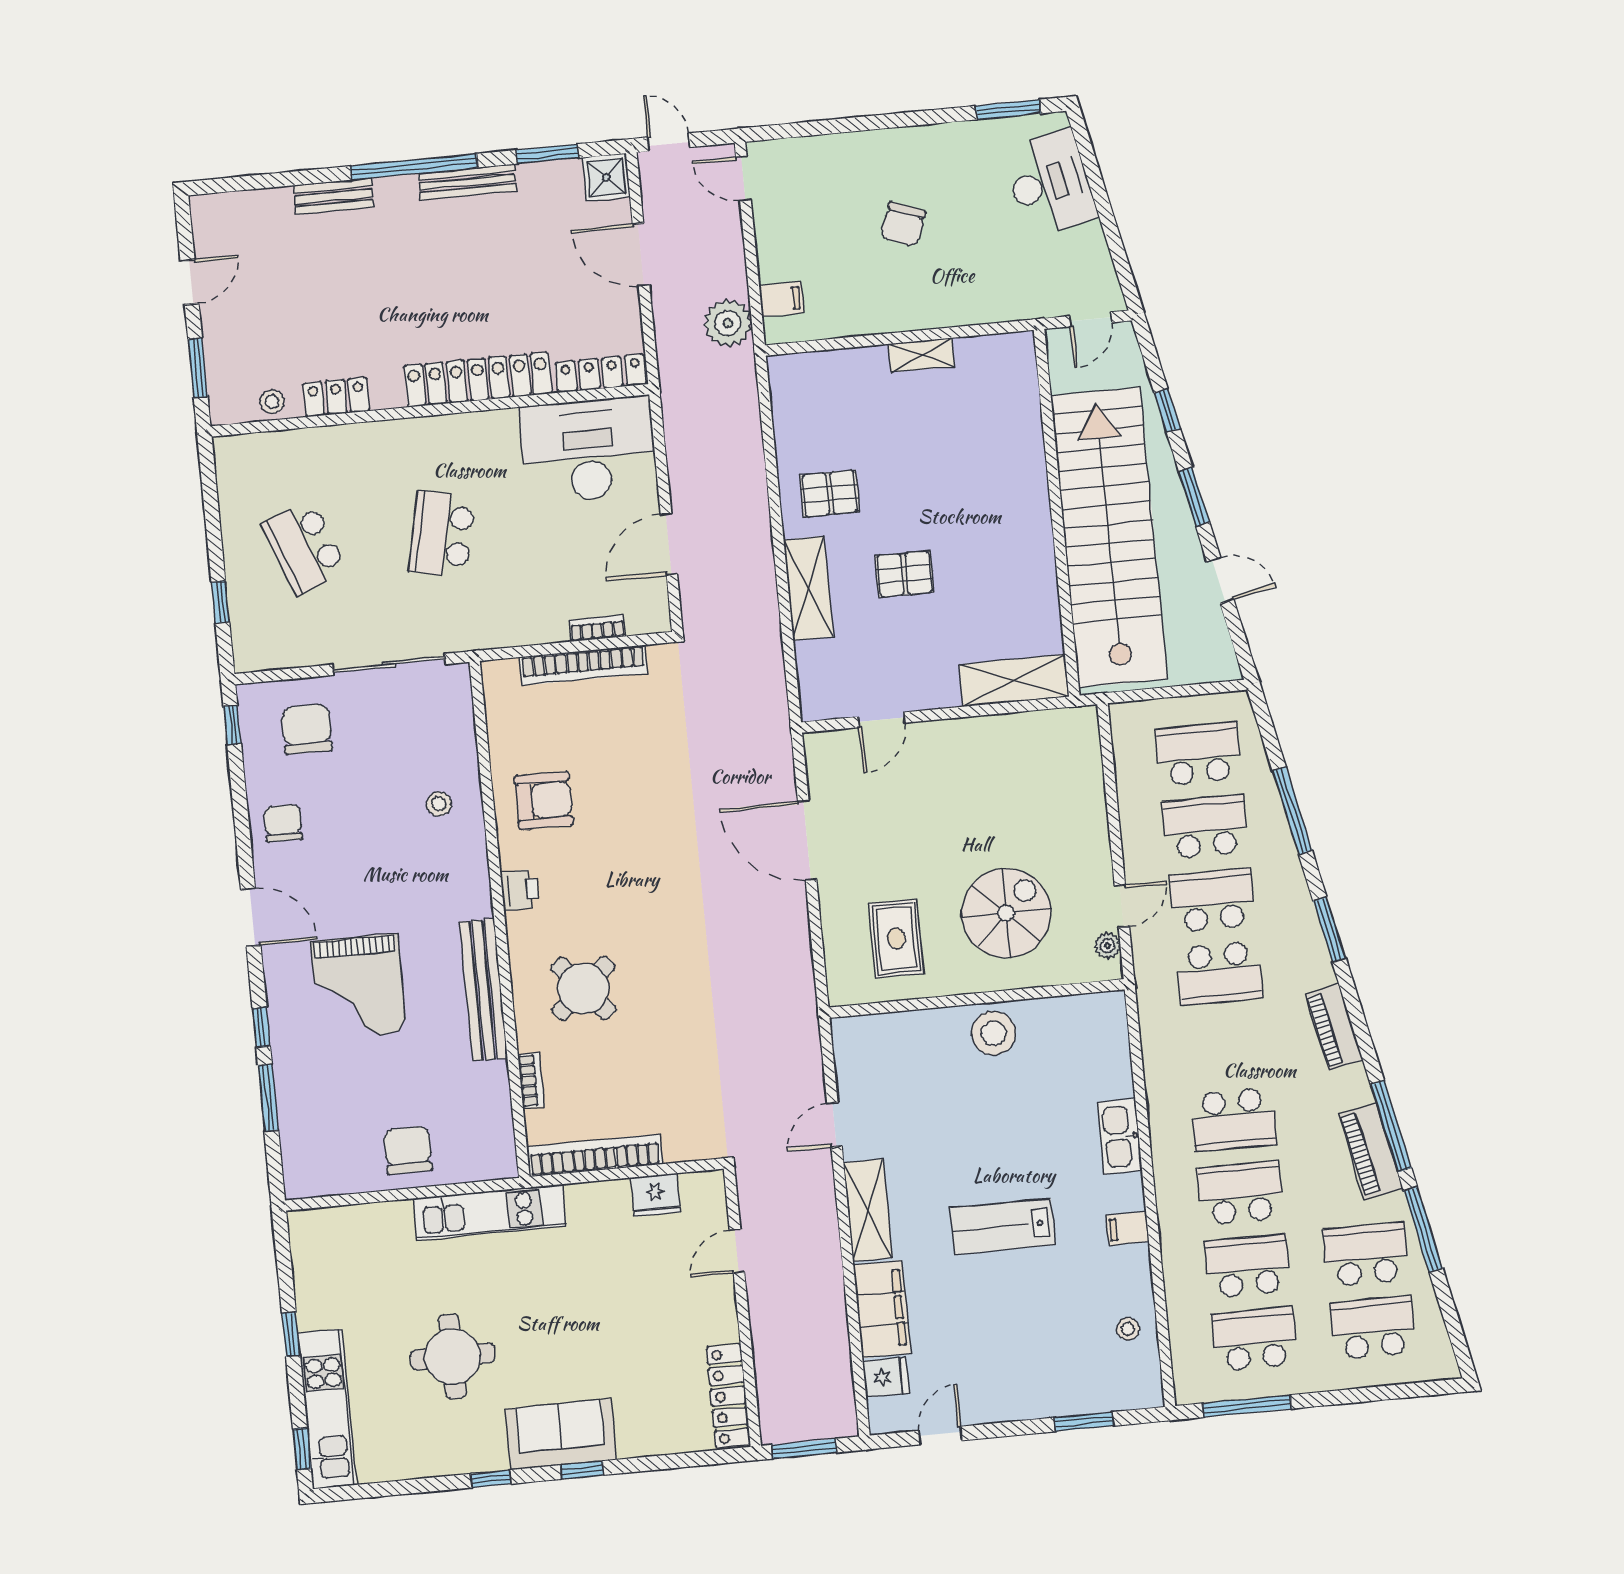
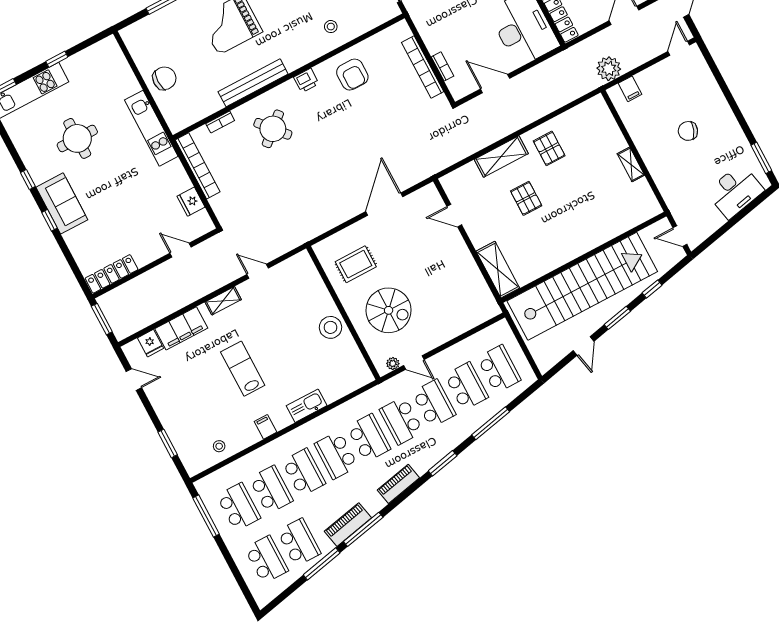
school desk: (1226, 1046) -> (369, 438), added
shelving: (868, 1210) -> (223, 301), width x0.67, depth x0.75

